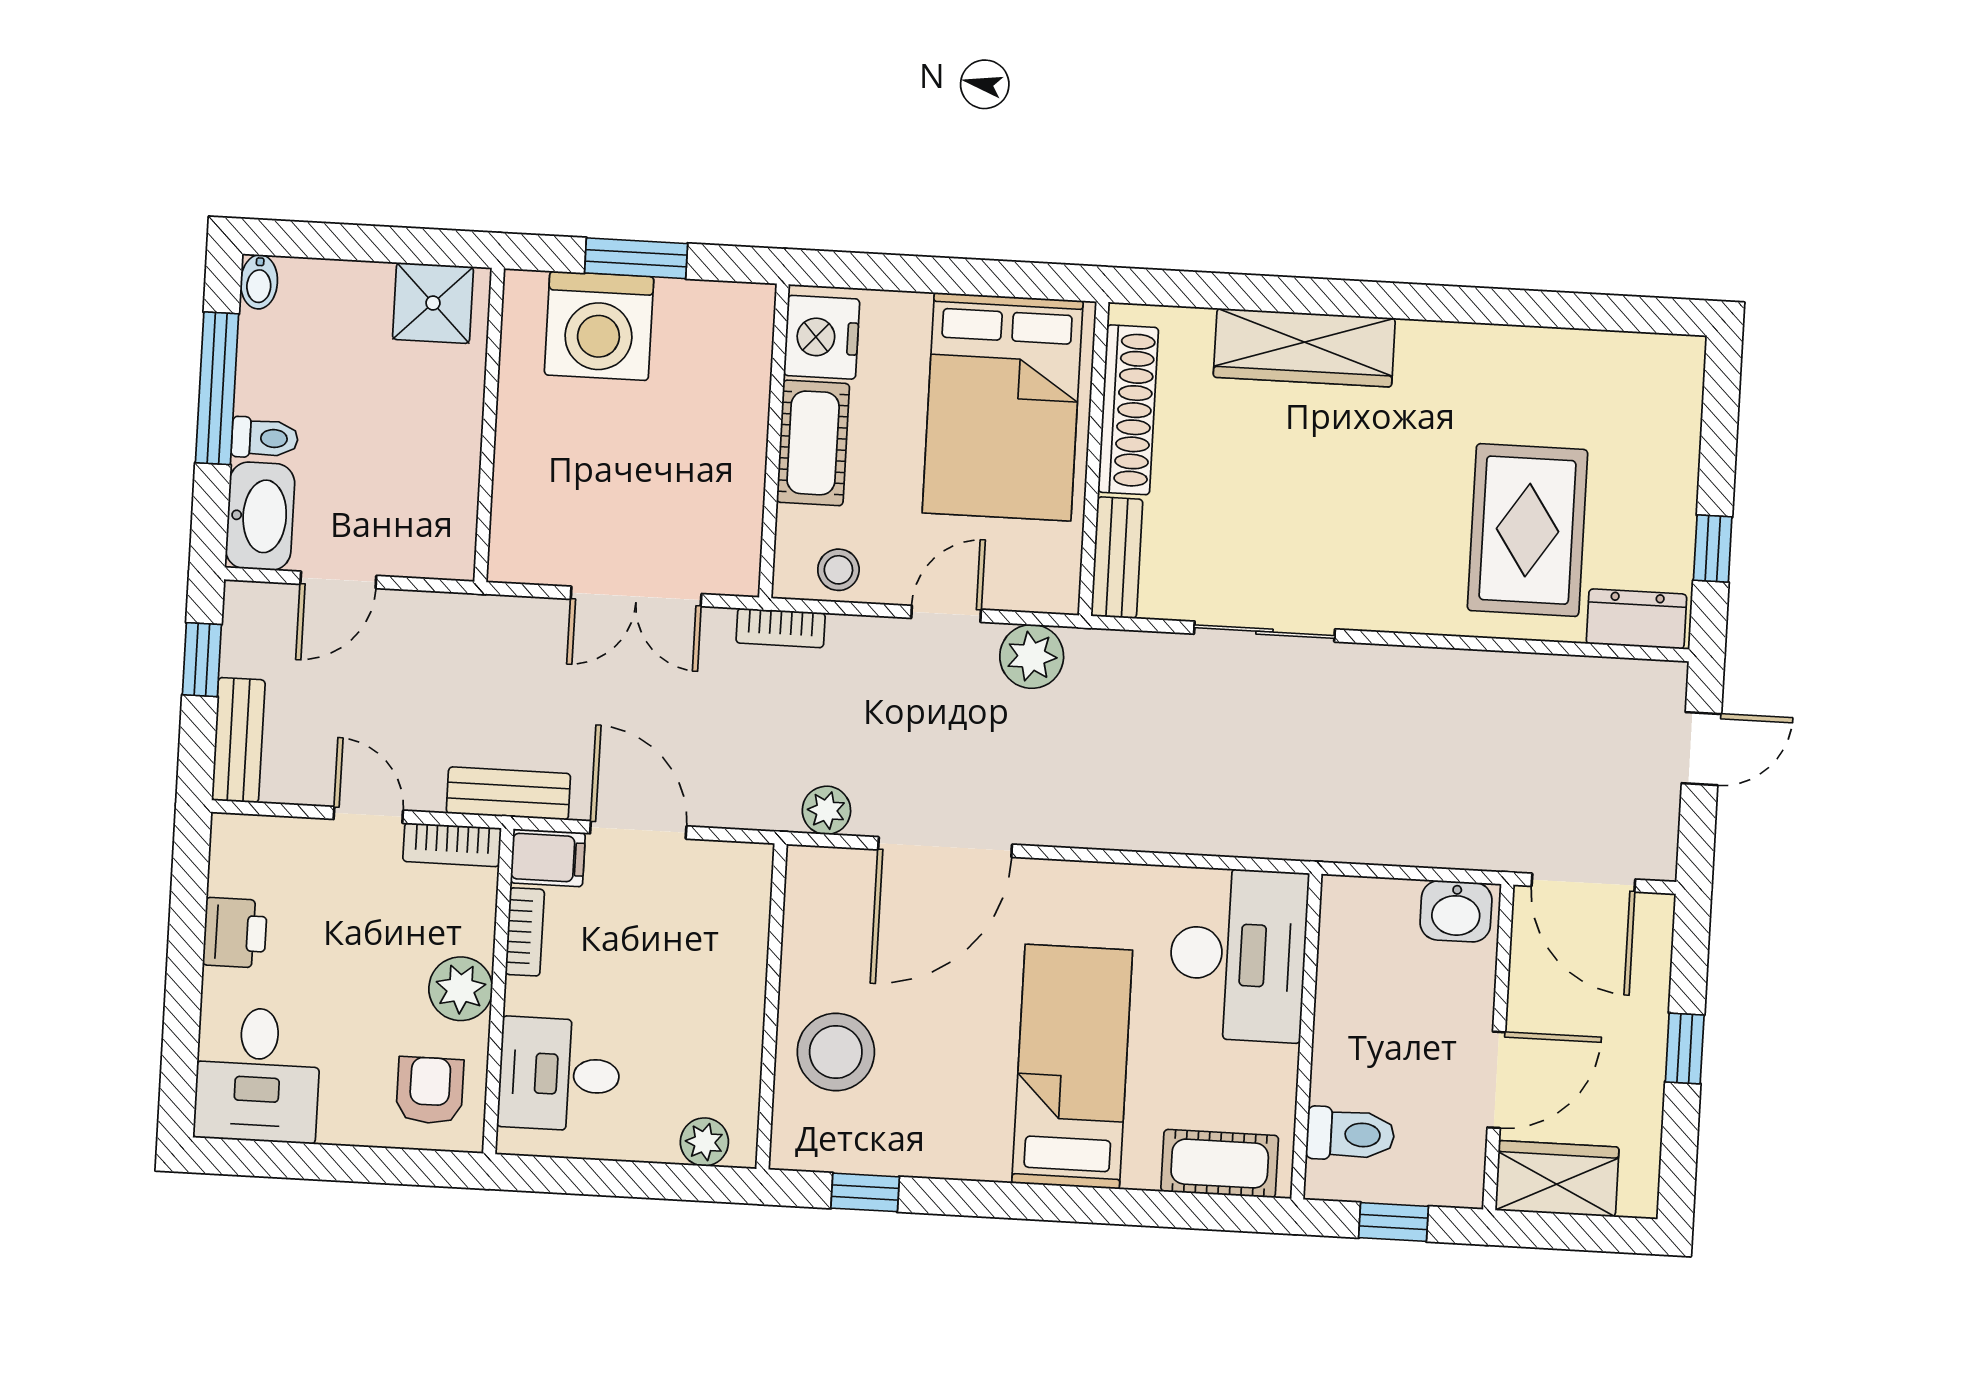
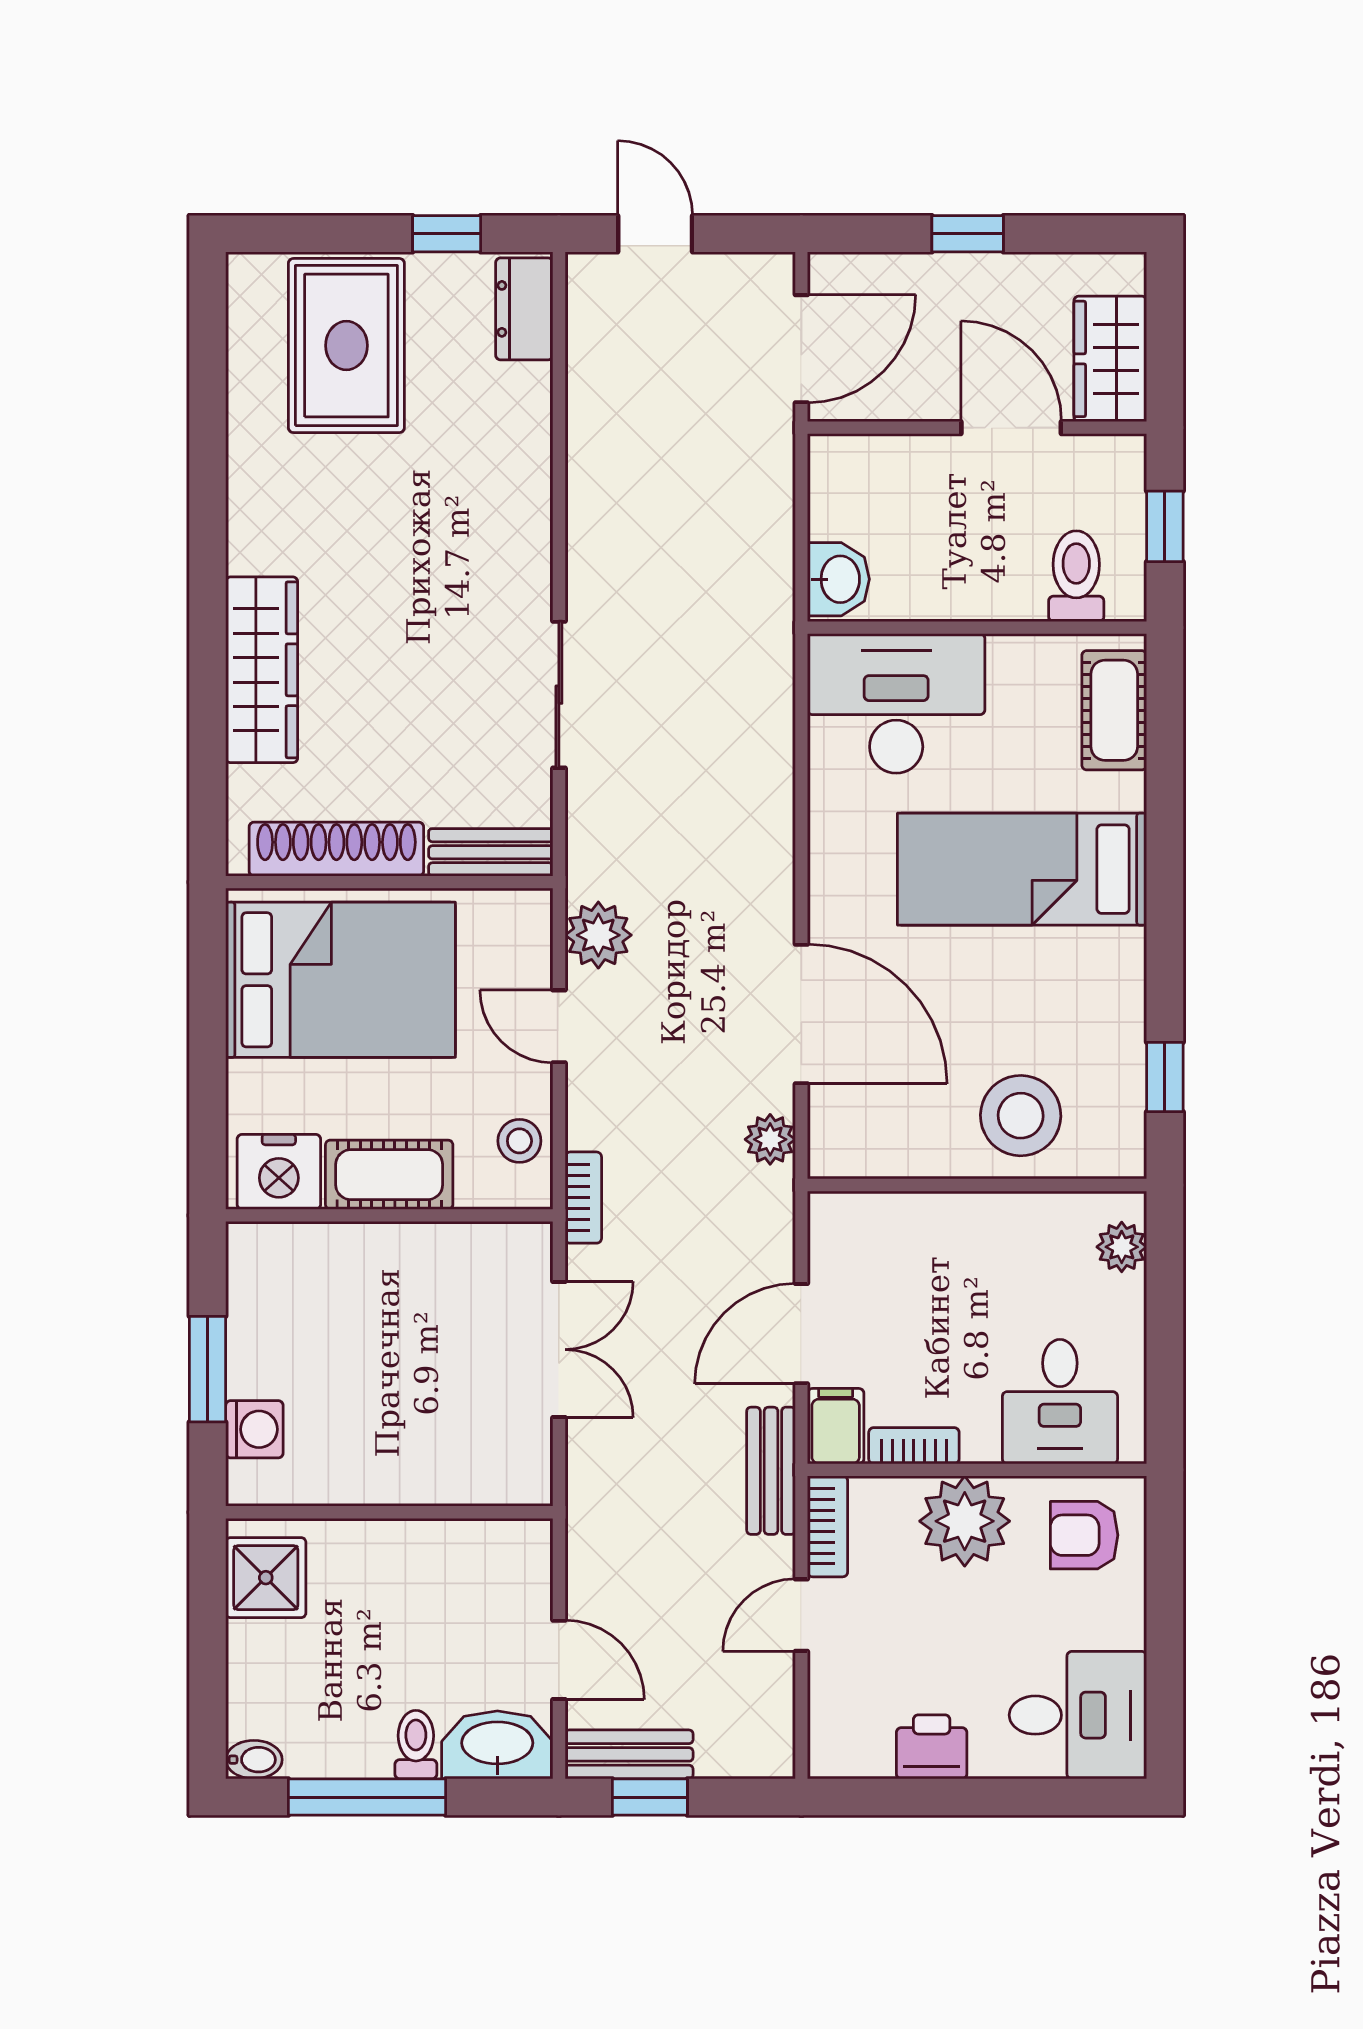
washing machine: (599, 326) -> (254, 1429), width x0.53, depth x0.53
rug: (1528, 530) -> (346, 346), moved, turned 90
bench: (238, 740) -> (629, 1754), moved
washbasin: (1456, 911) -> (838, 579), moved
plant: (461, 989) -> (965, 1521), width x1.36, depth x1.36

